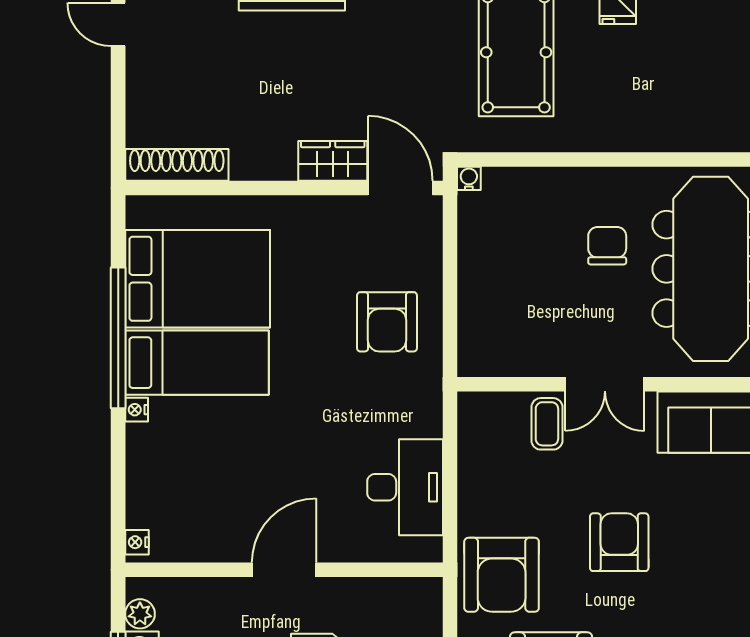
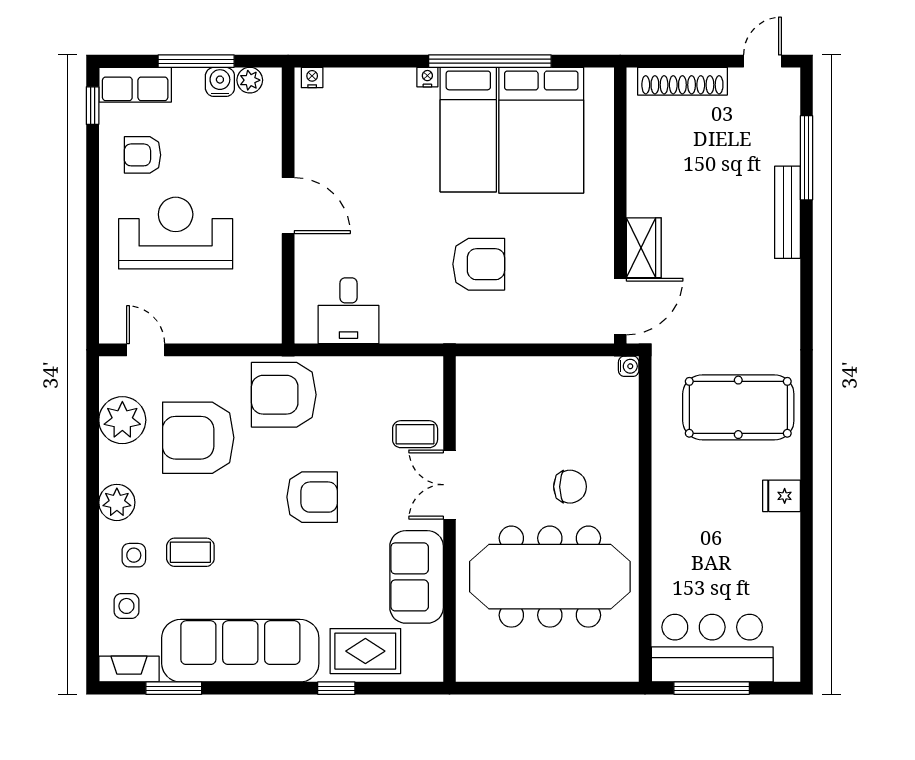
shoe rack: (177, 165) -> (682, 81), moved, turned 90
armchair: (387, 322) -> (479, 264), moved, turned 180
desk: (405, 487) -> (349, 311), width x0.73

